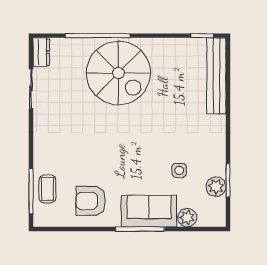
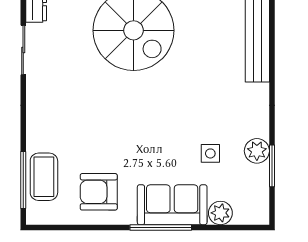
plant: (216, 187) -> (257, 151), moved
coffee table: (47, 189) -> (44, 177), width x1.36, depth x1.30

